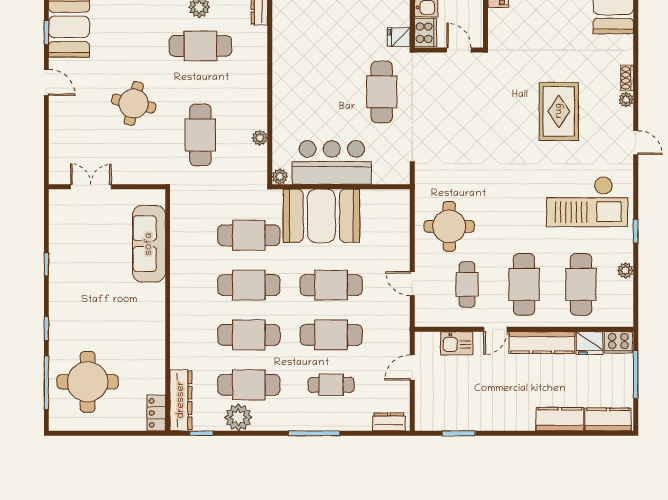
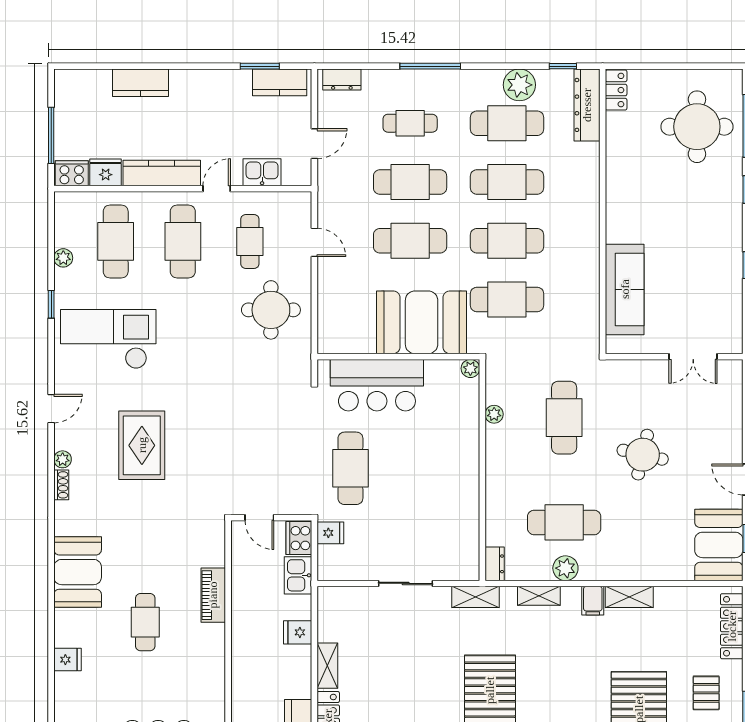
door: (636, 143) -> (51, 409), swing flipped
bar counter: (332, 162) -> (377, 385), moved
kitchen counter: (608, 419) -> (280, 82), moved

